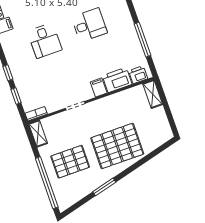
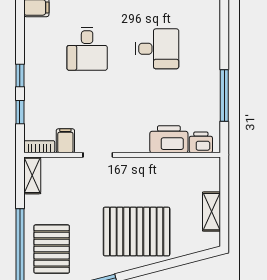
filing cabinet: (99, 87) -> (65, 141), moved
shelving: (153, 94) -> (211, 212), moved
pallet: (70, 162) -> (52, 249), moved, turned 90

